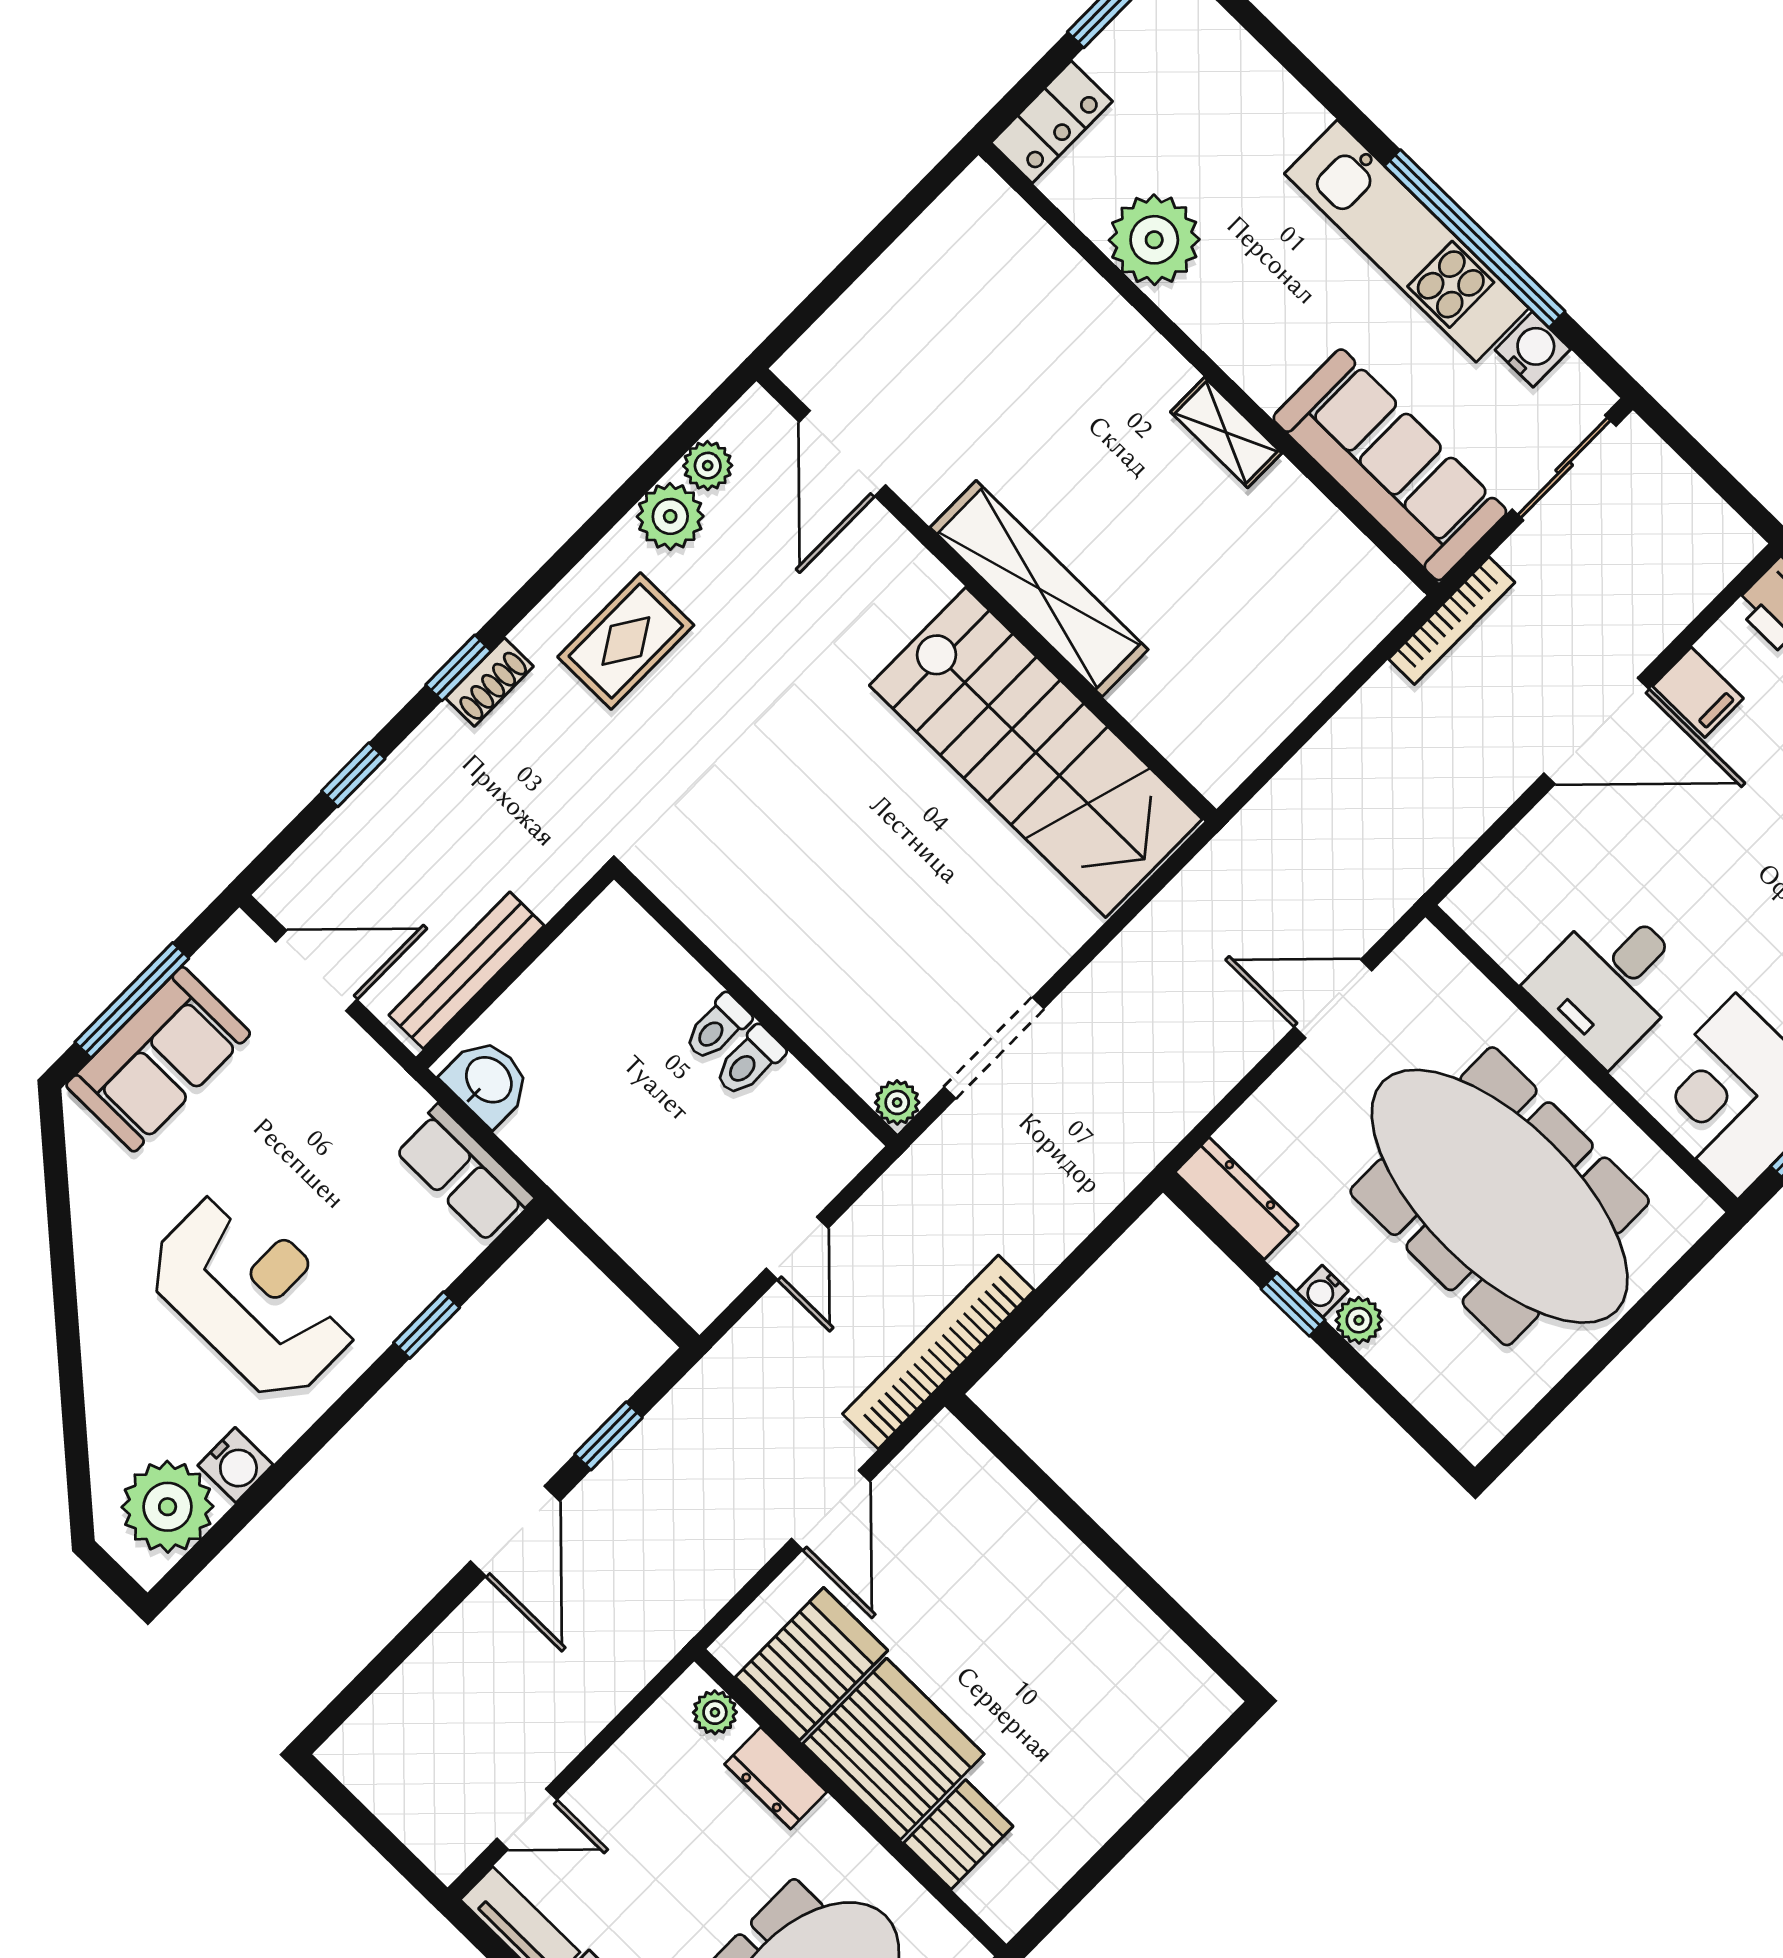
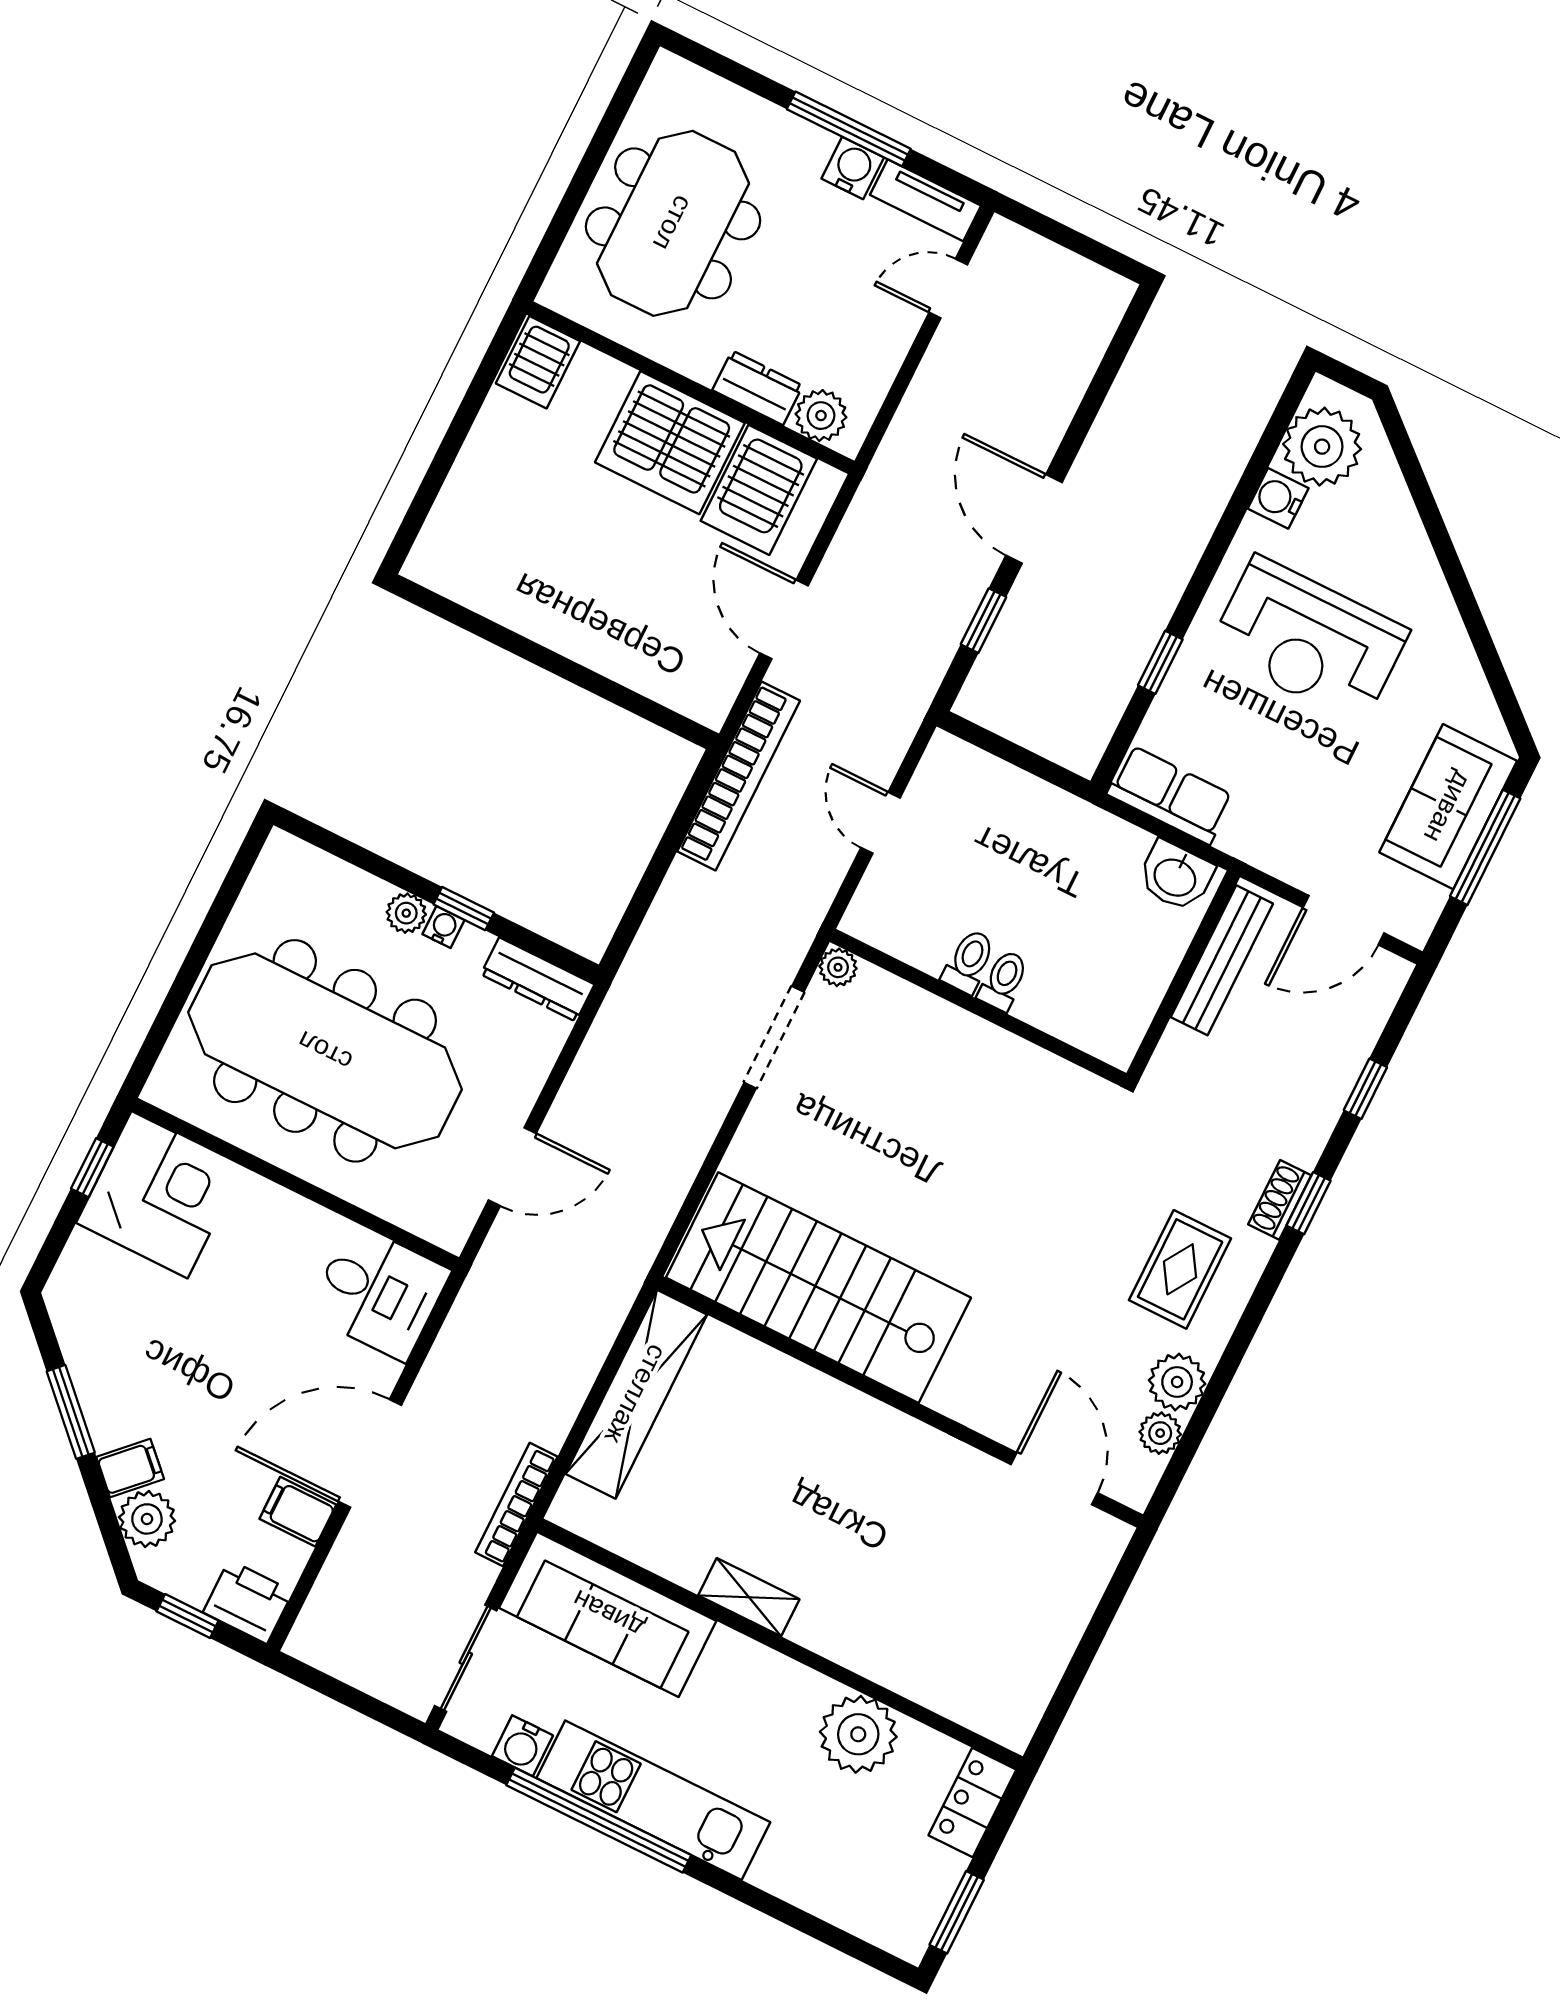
shelving: (1039, 588) -> (636, 1394), moved, turned 90
desk: (1610, 982) -> (379, 1292), moved, turned 90
plant: (715, 1712) -> (821, 416), width x1.38, depth x1.38
server rack: (958, 1835) -> (538, 362), moved

